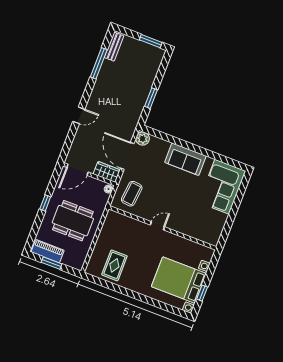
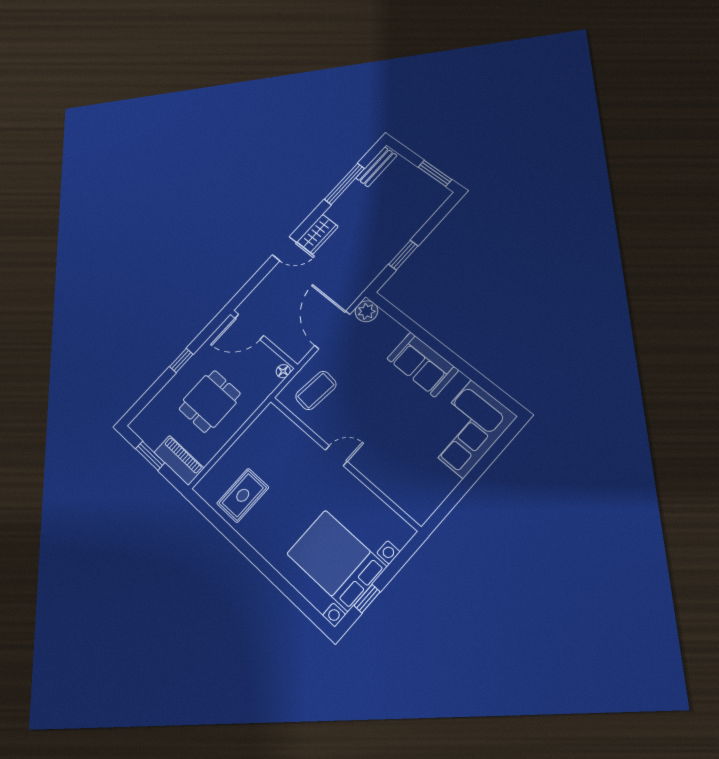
wardrobe: (107, 172) -> (318, 234), moved, turned 90
dining table: (73, 221) -> (210, 401), width x0.73
piano: (48, 251) -> (179, 460), moved

